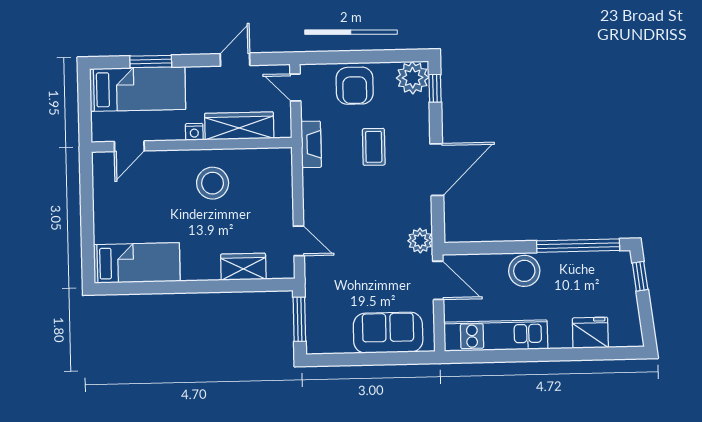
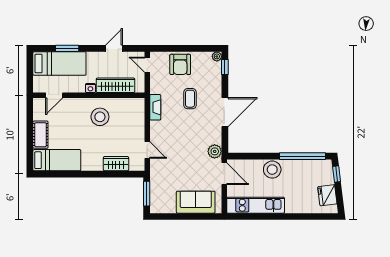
plant: (413, 78) -> (217, 56), width x0.53, depth x0.53
fireplace: (311, 144) -> (155, 107), moved
cot: (106, 218) -> (40, 135), added
fridge: (590, 333) -> (327, 195), moved, turned -97

